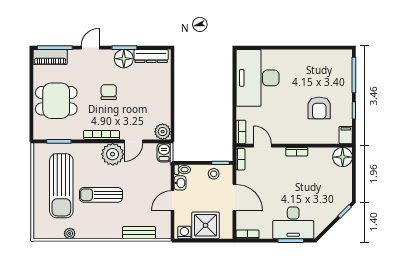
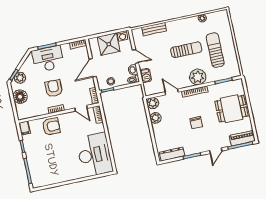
floor lamp: (124, 59) -> (191, 148), removed
armchair: (319, 108) -> (51, 126), moved, turned 90
plant: (163, 110) -> (156, 118), added
door: (133, 141) -> (172, 92), hinge flipped
barbecue: (164, 153) -> (146, 76), moved
plant: (113, 154) -> (198, 77), moved
floor lamp: (343, 157) -> (20, 97), moved
armchair: (294, 181) -> (54, 88), added
sun lounger: (61, 186) -> (215, 50), width x0.73, depth x0.75
door: (234, 198) -> (93, 68), hinge flipped
door: (172, 201) -> (135, 56), hinge flipped
plant: (337, 205) -> (20, 78), added

